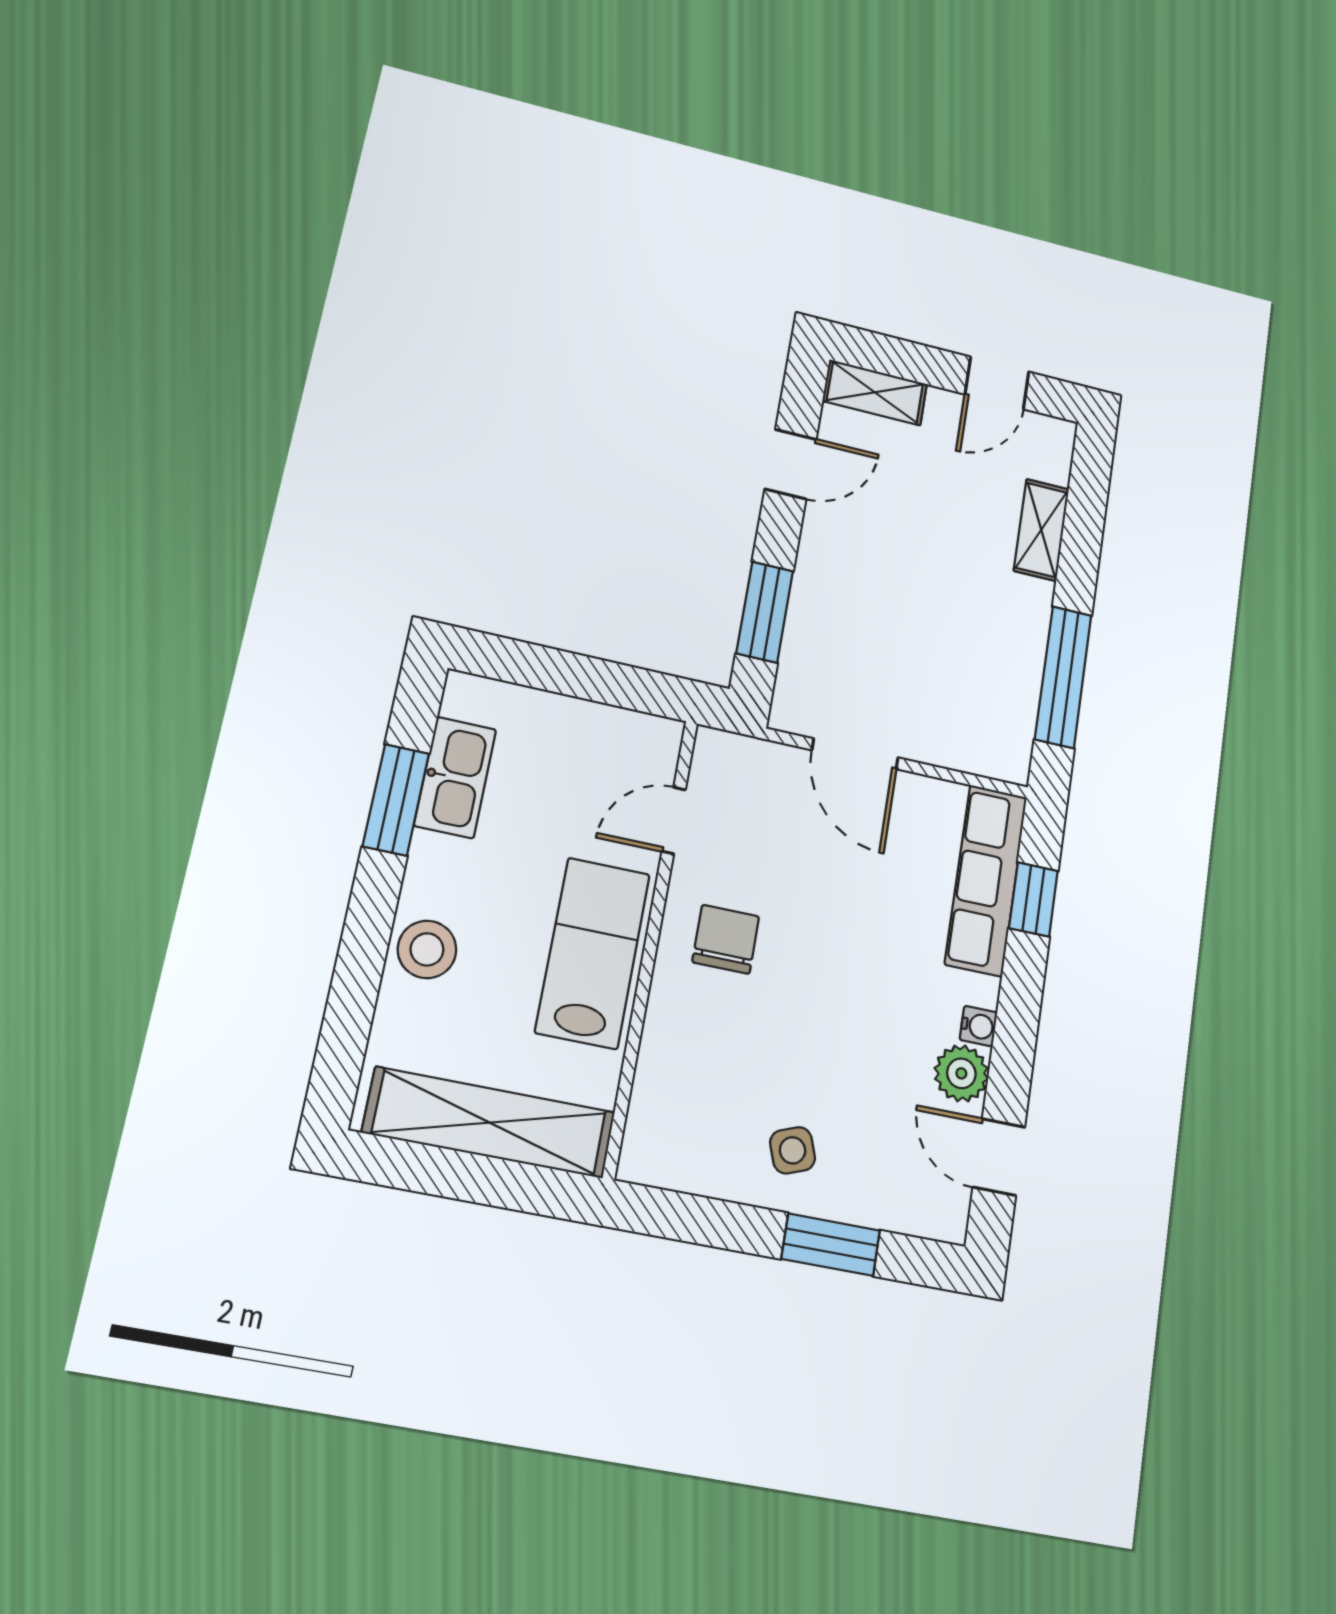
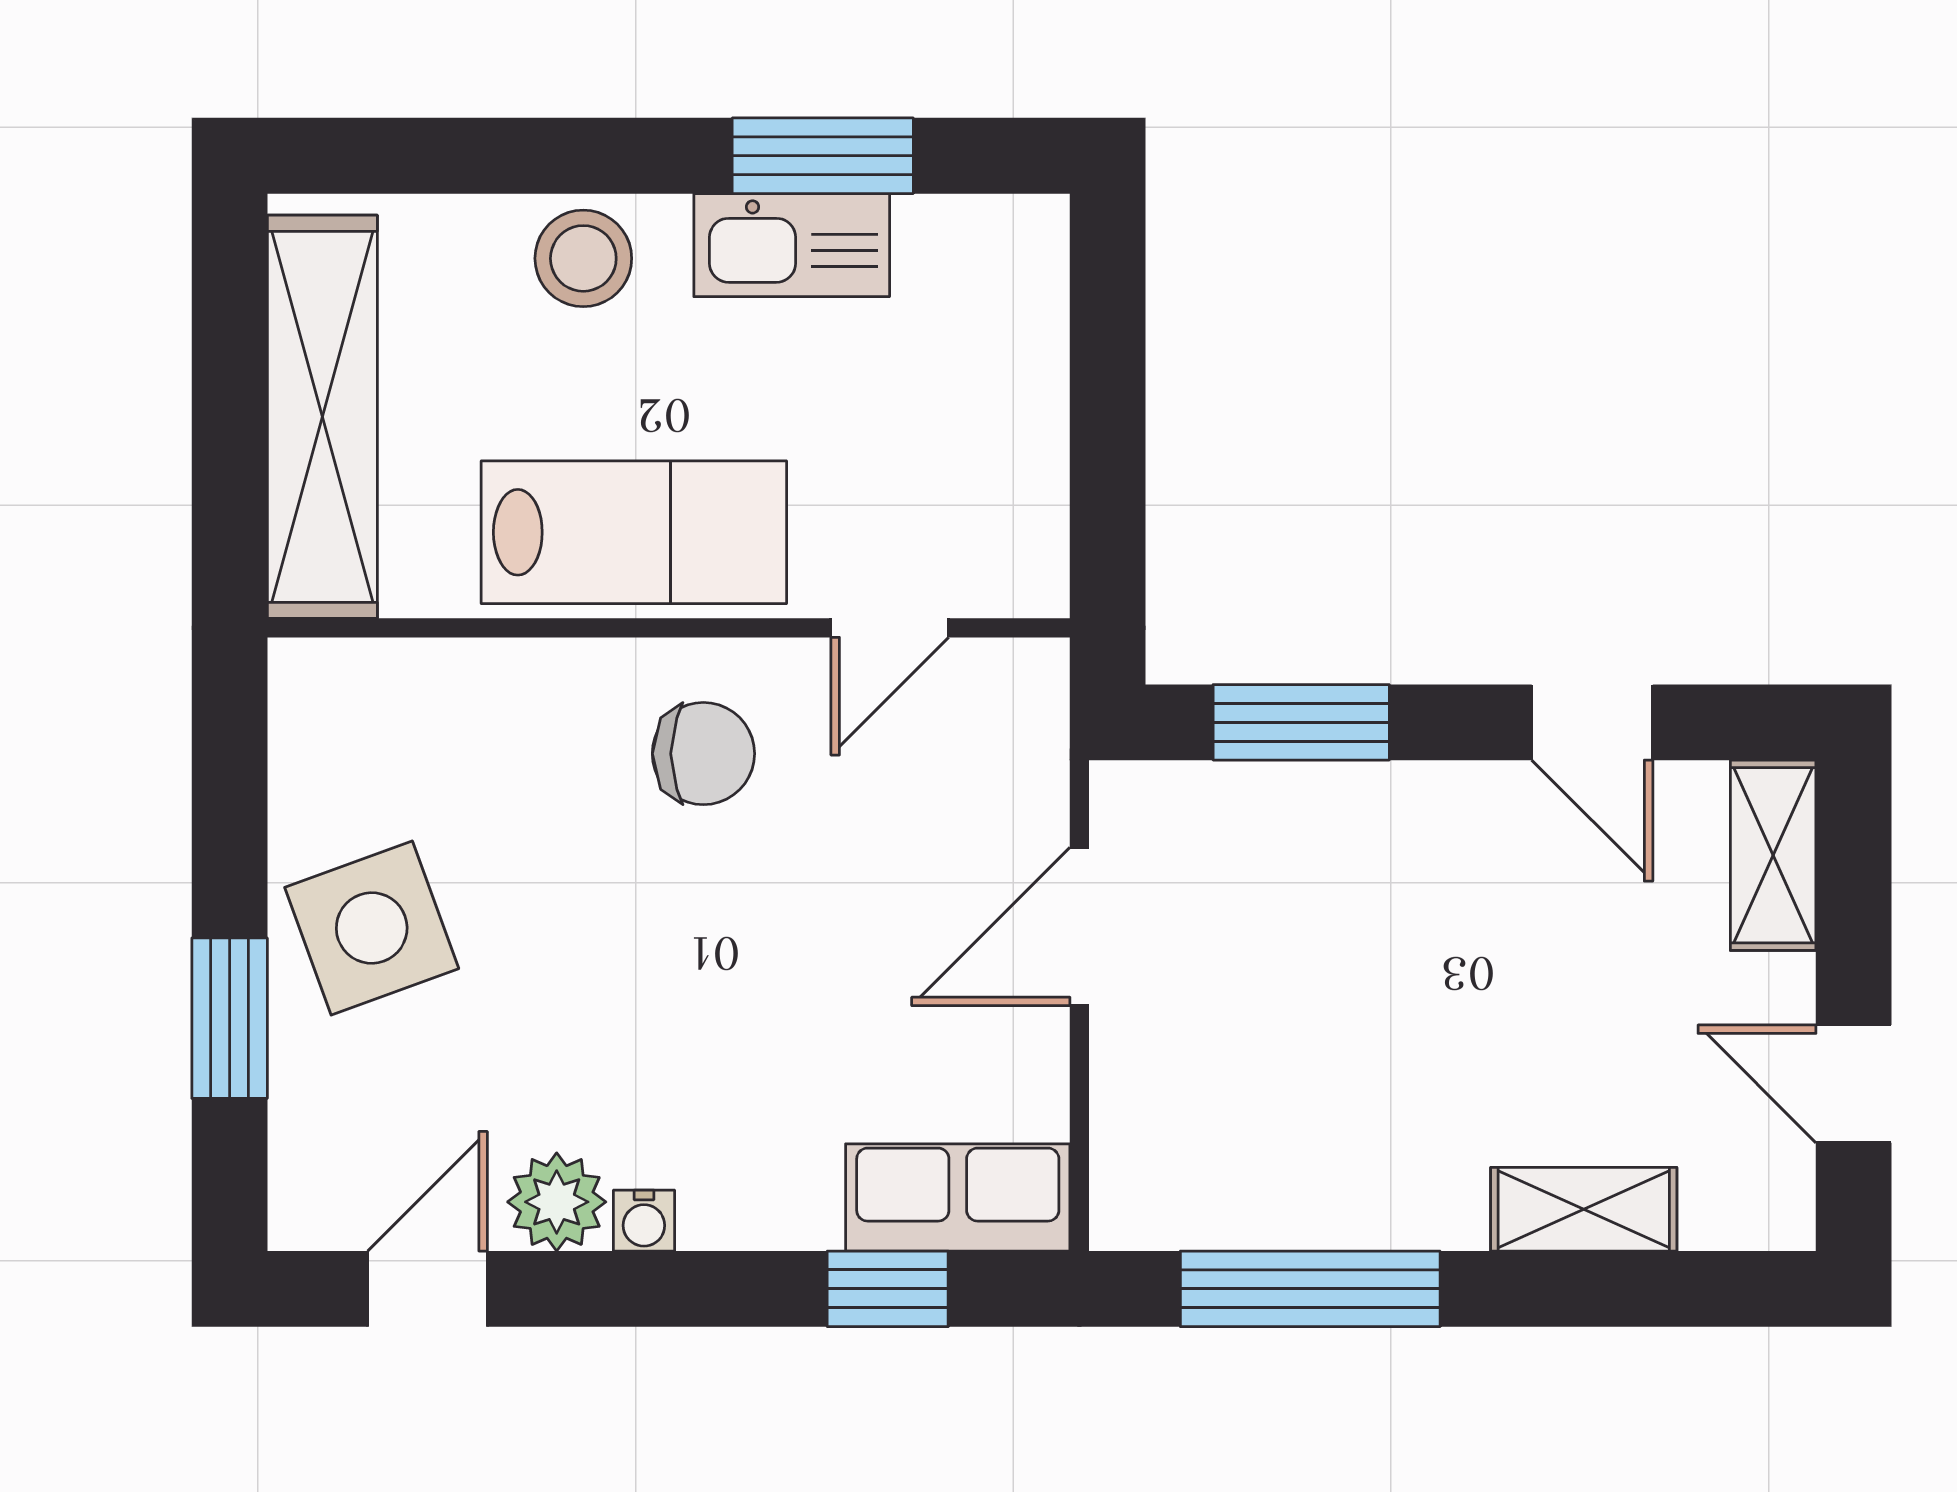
kitchen sink: (455, 777) -> (792, 245), moved
door: (674, 820) -> (890, 628), swing flipped
row of seats: (986, 880) -> (958, 1197), width x0.68
side table: (793, 1150) -> (372, 928), width x1.87, depth x1.87

